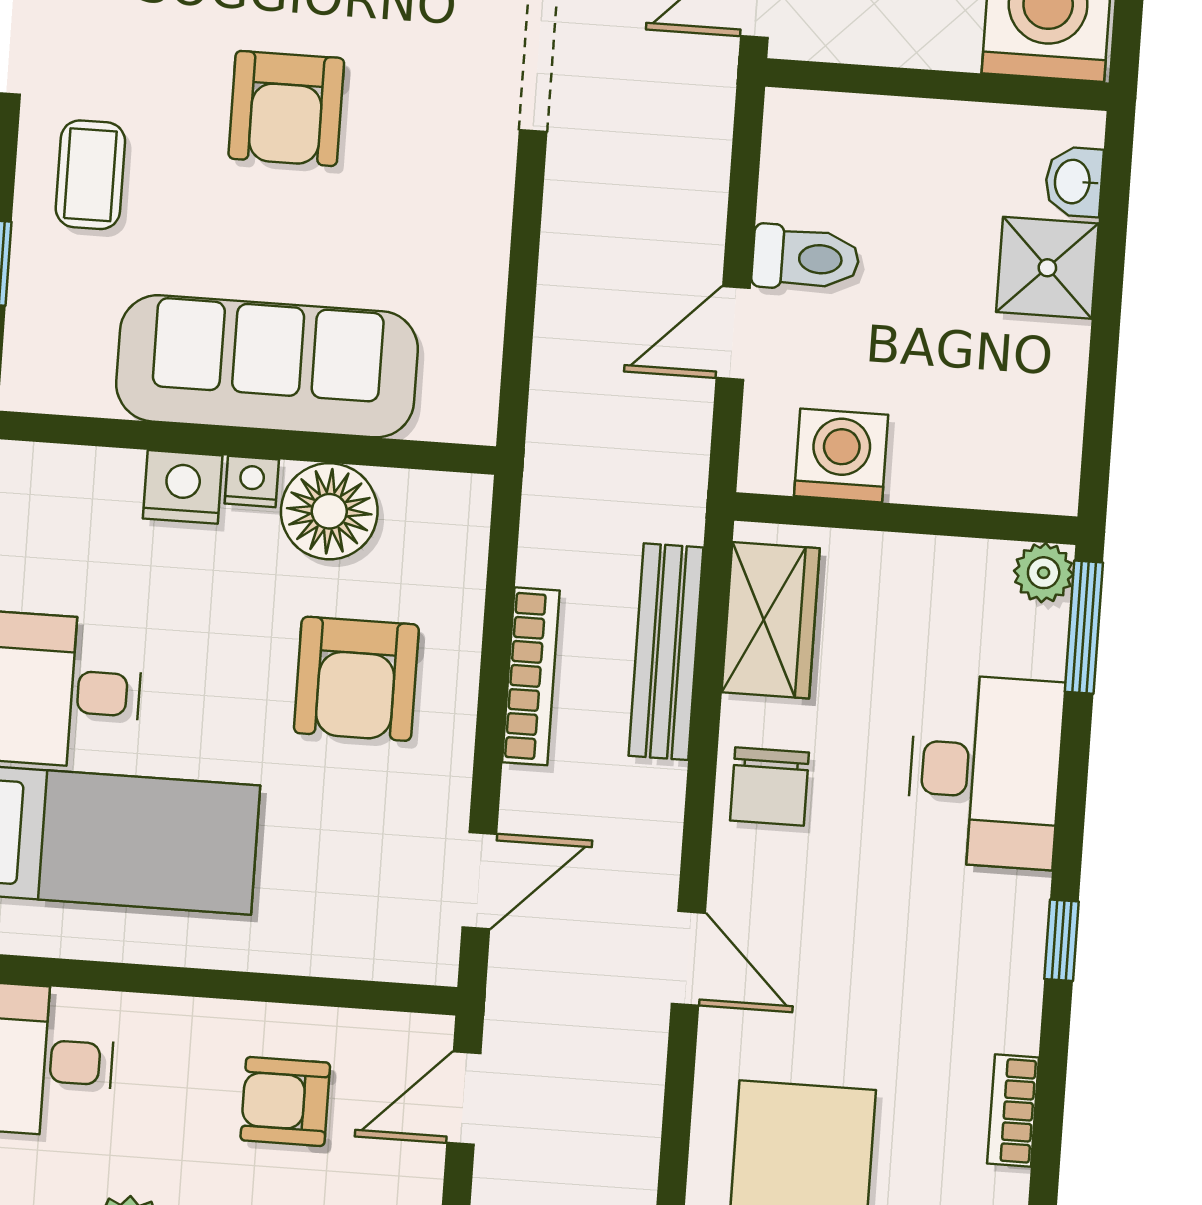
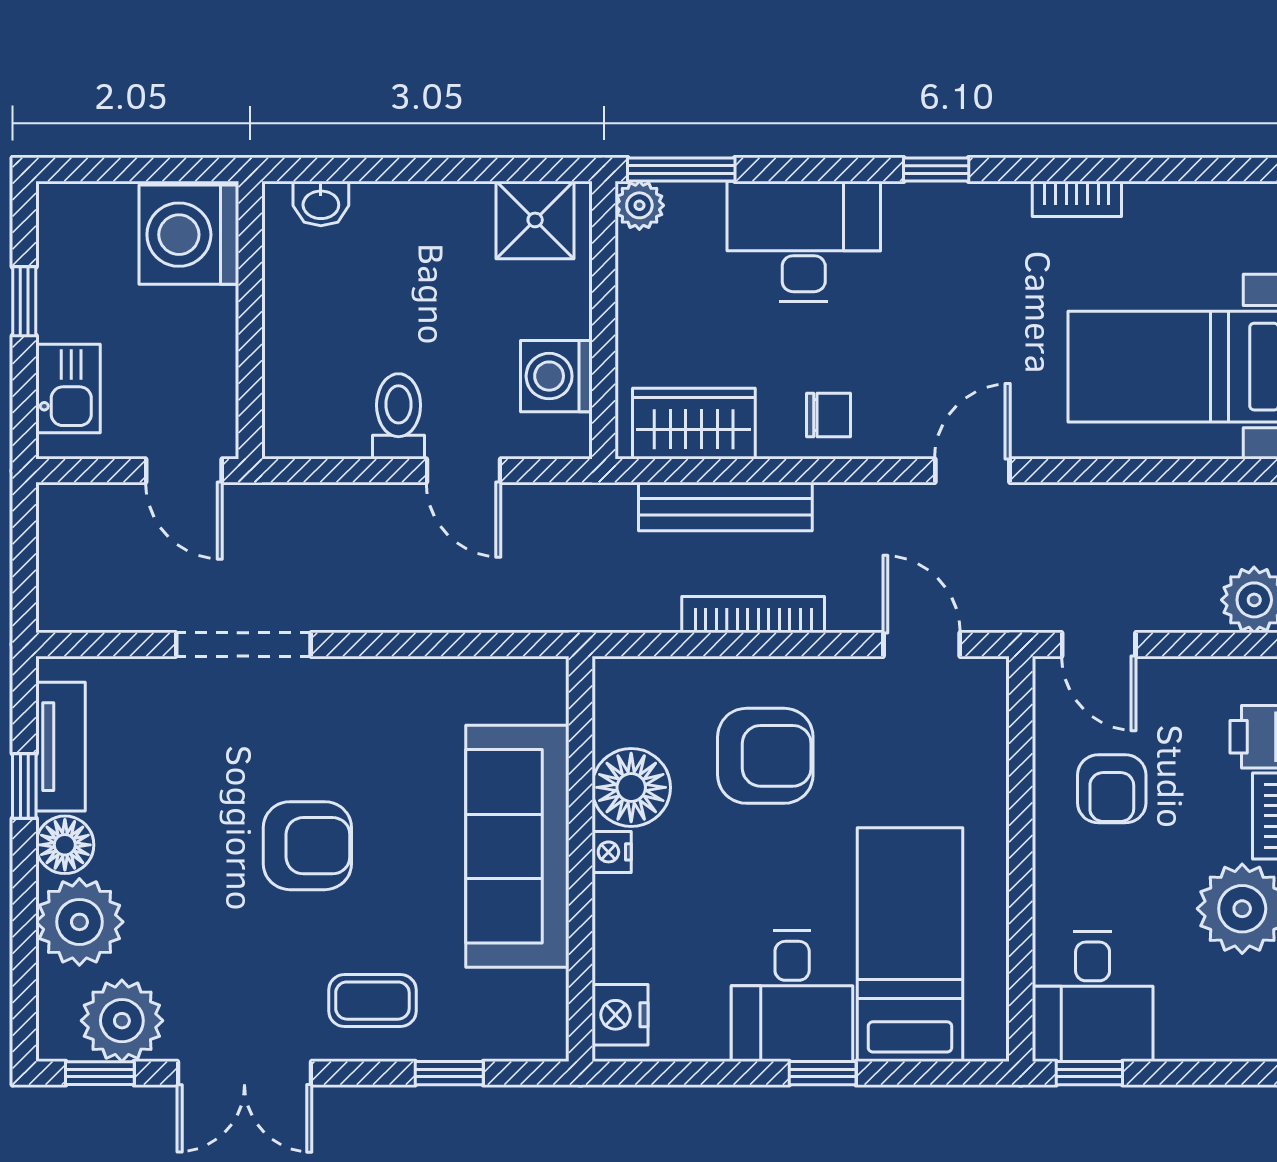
shower: (1047, 268) -> (535, 220), moved
nightstand: (183, 487) -> (620, 1015), moved
chair: (769, 786) -> (829, 415), width x0.73, depth x0.73

